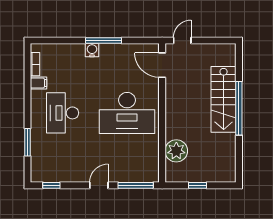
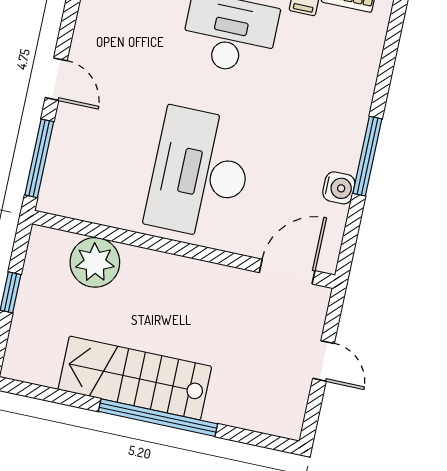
door: (182, 41) -> (324, 361), moved
water cooler: (92, 50) -> (339, 188), moved
stairs: (224, 99) -> (135, 378), moved

